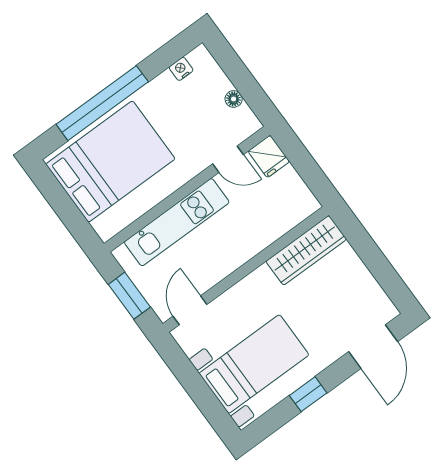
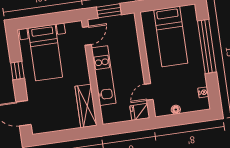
bed: (110, 161) -> (171, 37), width x0.67
kitchen unit: (177, 222) -> (104, 76), moved, turned 180
door: (190, 310) -> (87, 36), hinge flipped

